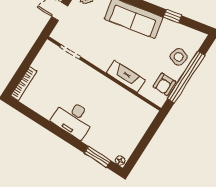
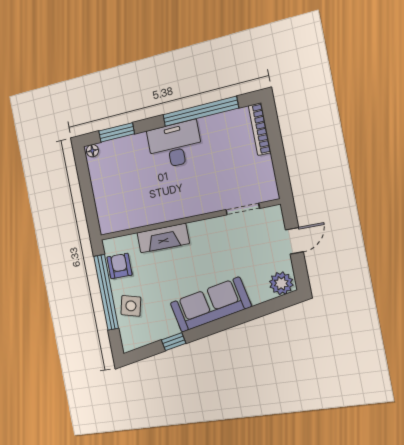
window: (44, 123) -> (200, 111), added

